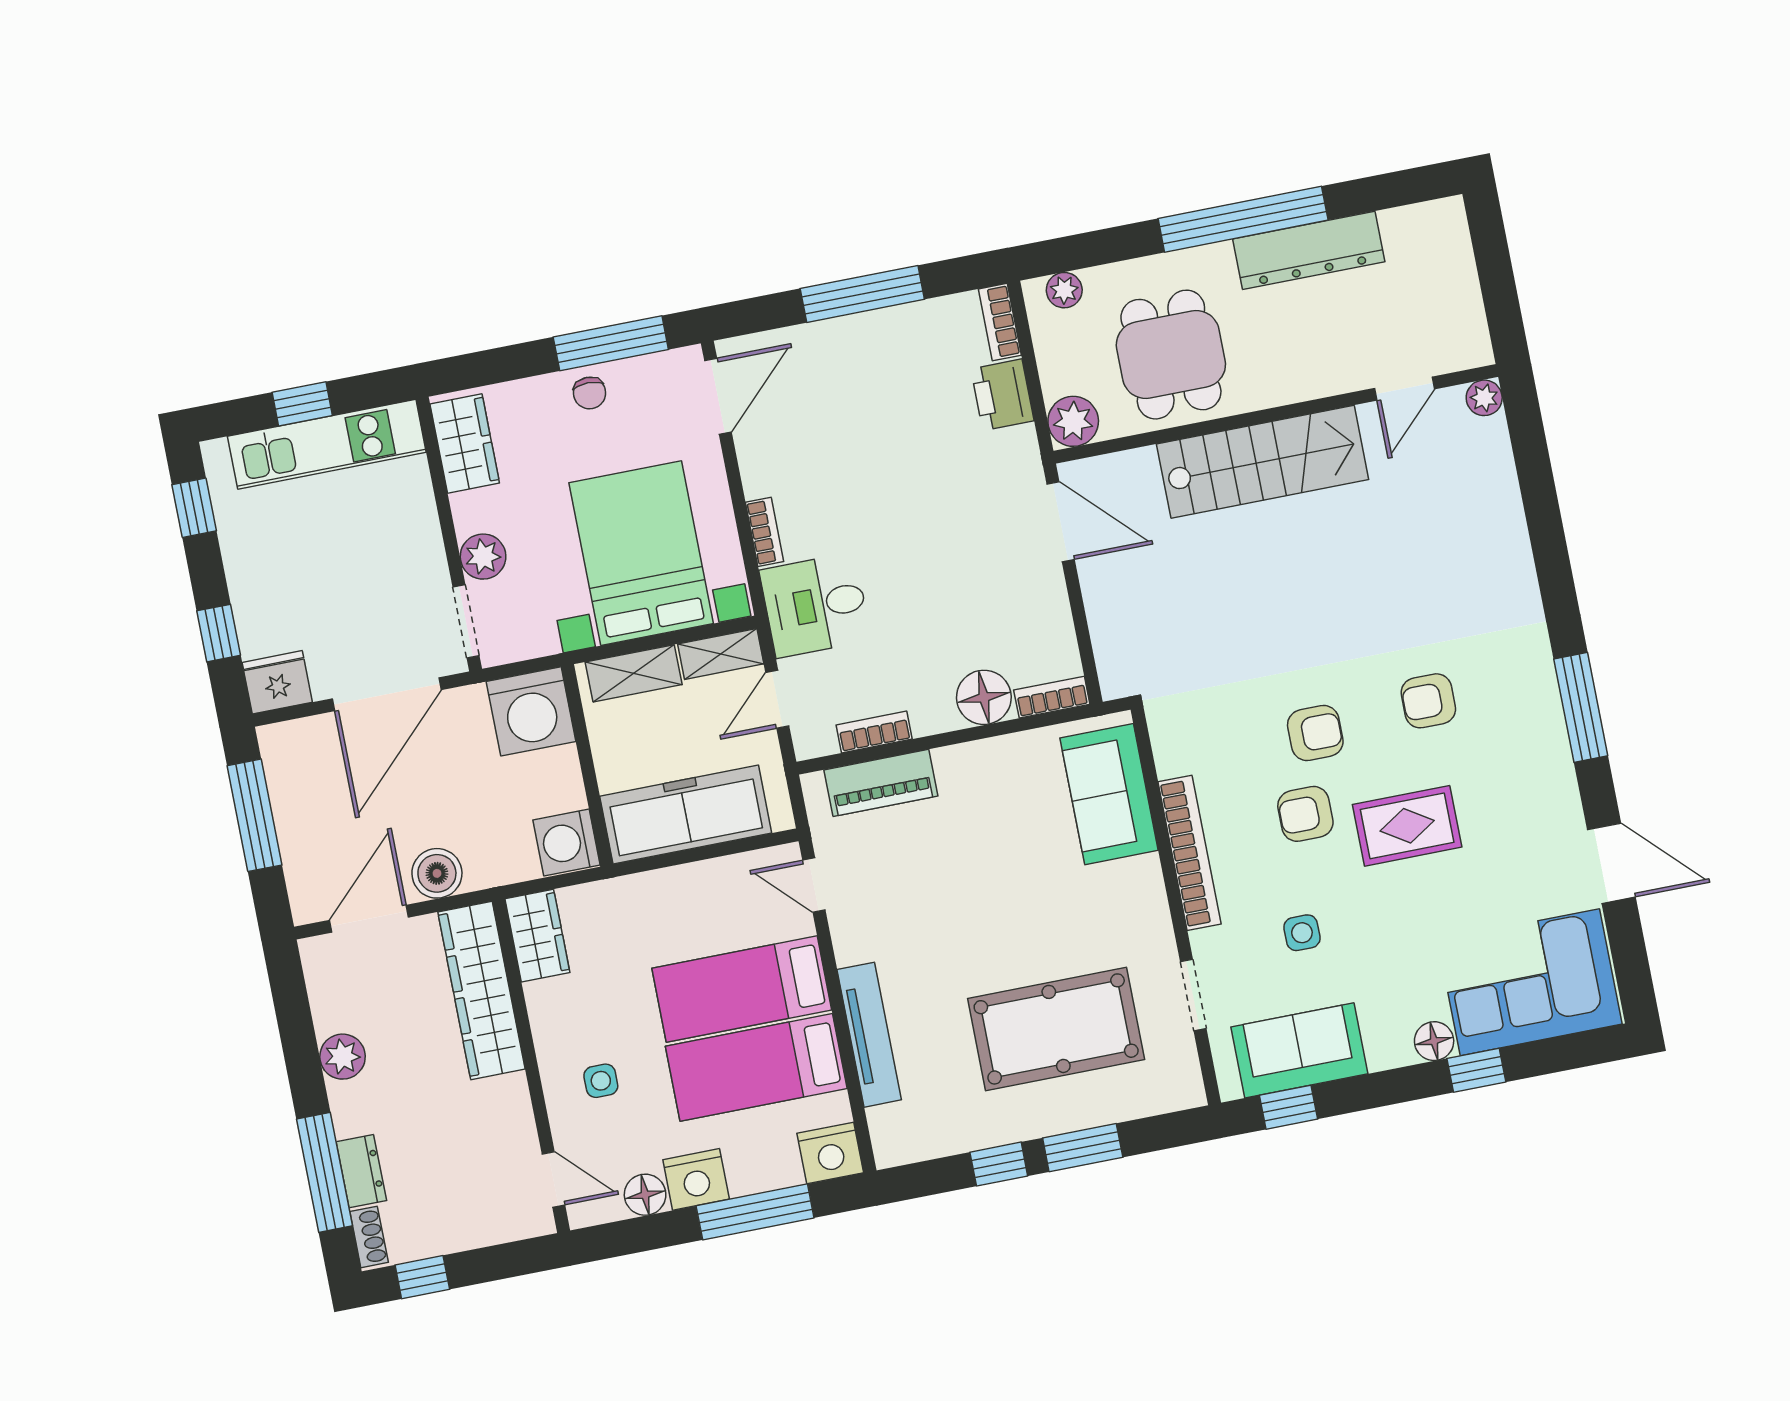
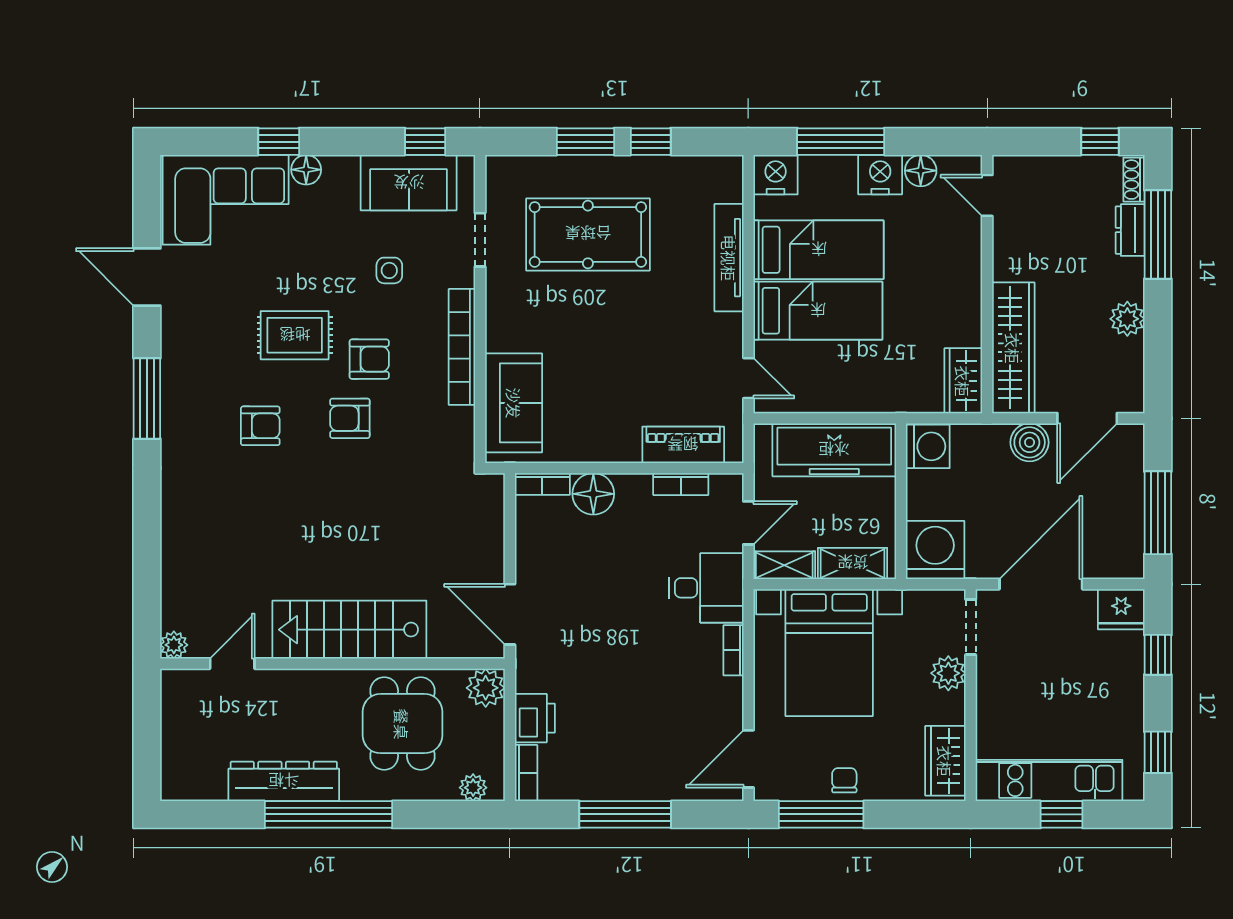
side table: (601, 1081) -> (937, 263), removed

